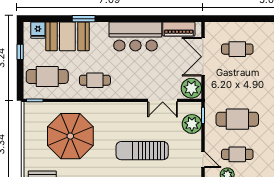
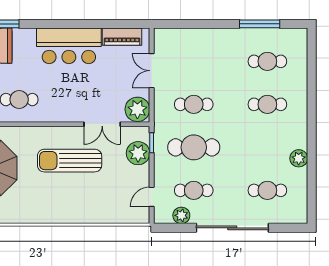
cafe table: (237, 49) -> (194, 104), moved
double door: (203, 57) -> (152, 71), width x0.73
sun lounger: (142, 151) -> (70, 161), moved
door: (203, 160) -> (152, 197), swing flipped

